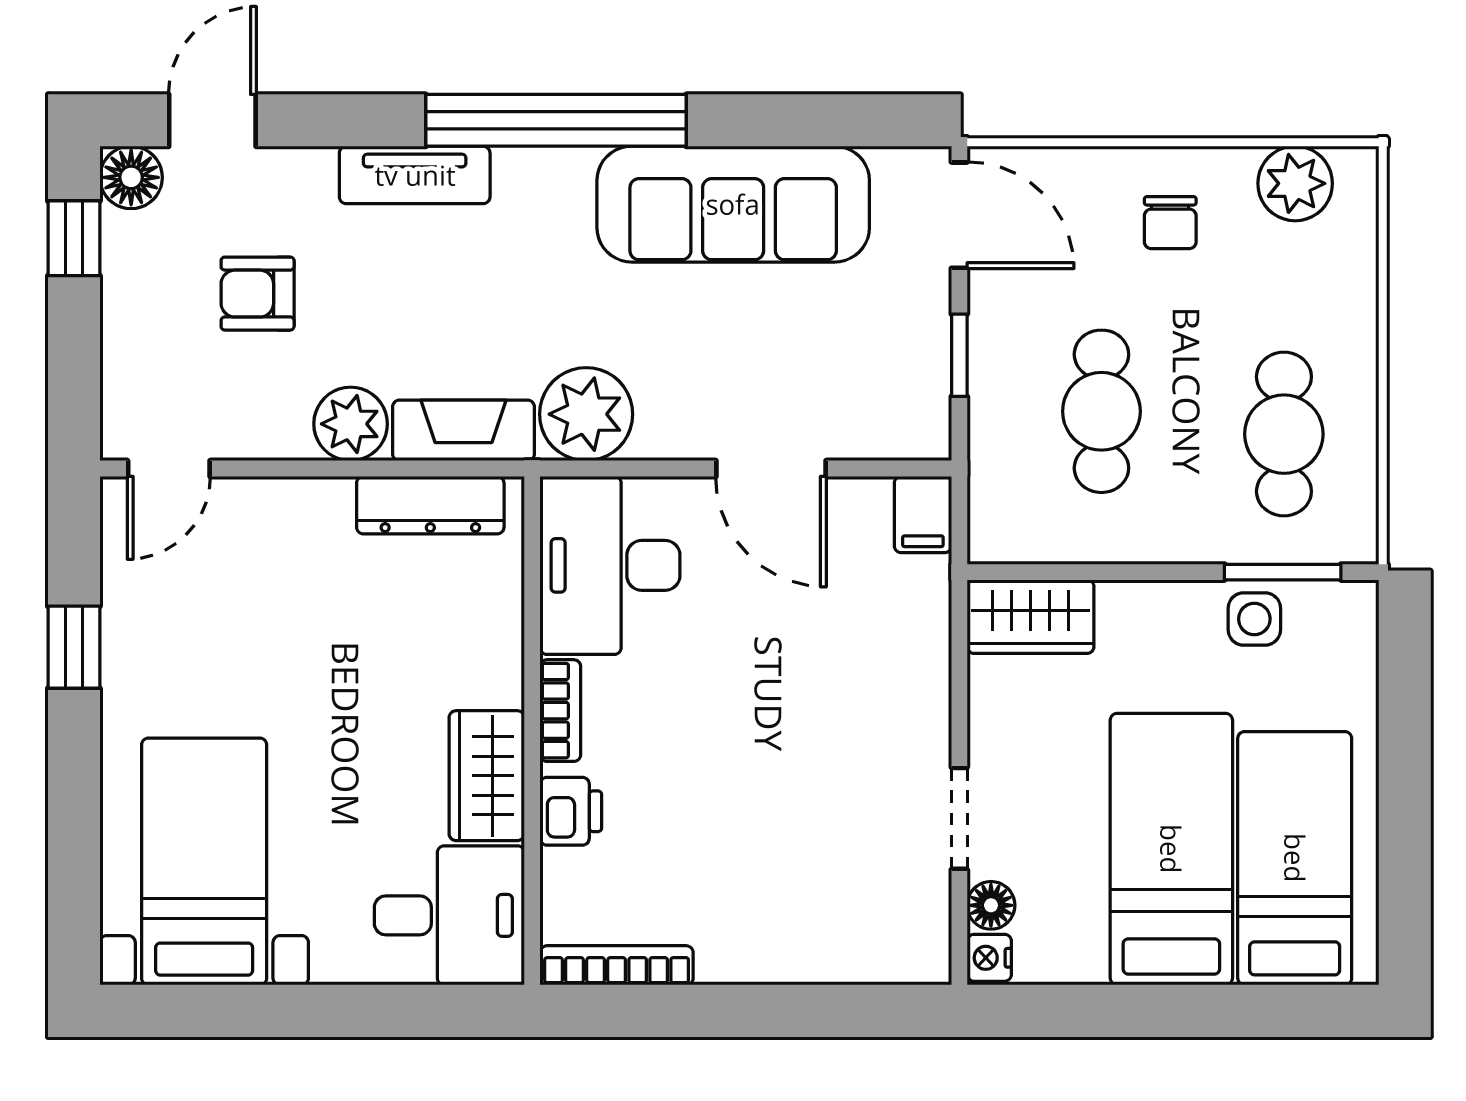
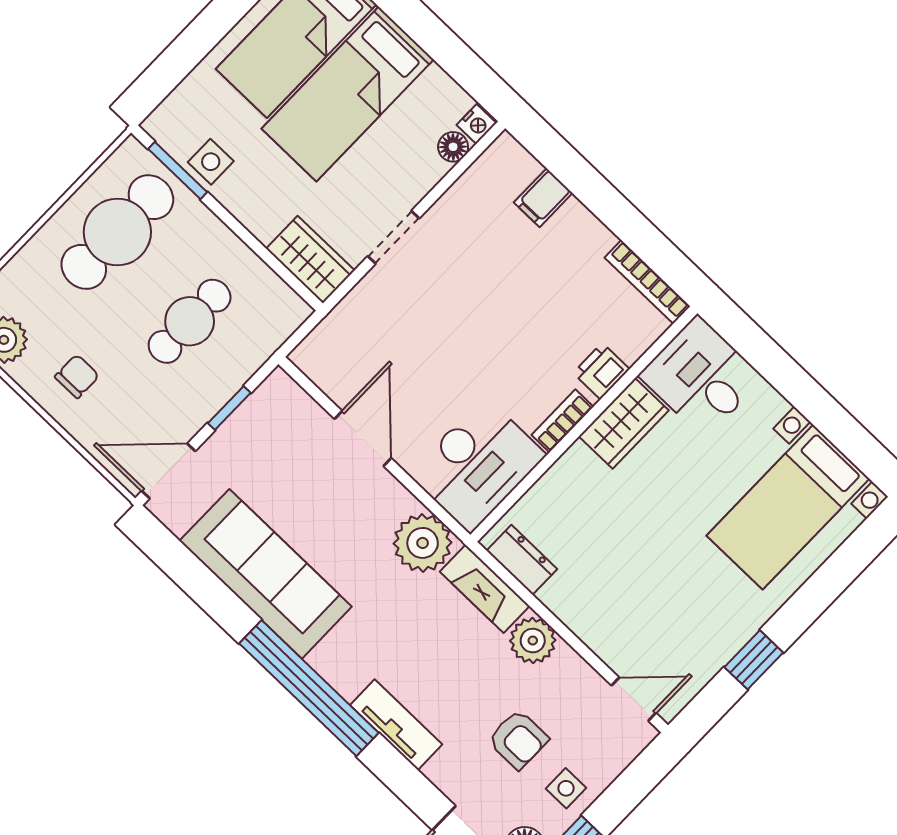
door: (959, 215) -> (169, 471), hinge flipped
side table: (148, 290) -> (566, 788), added
cafe table: (1284, 434) -> (117, 232), width x1.37, depth x1.35
dresser: (430, 505) -> (522, 560), width x0.70
filing cabinet: (923, 514) -> (543, 198), moved, turned 180
doorway: (959, 818) -> (393, 237), moved

